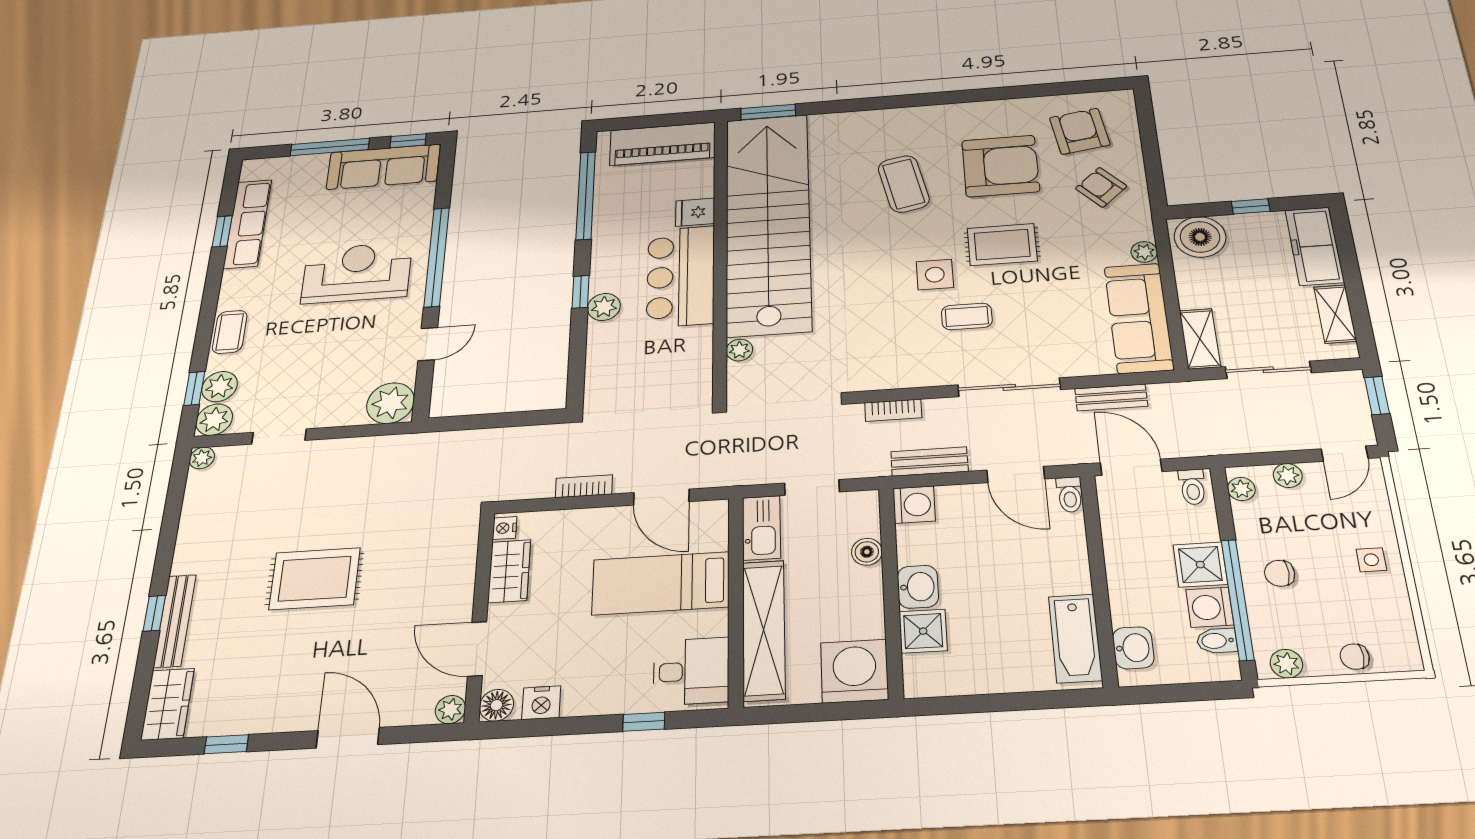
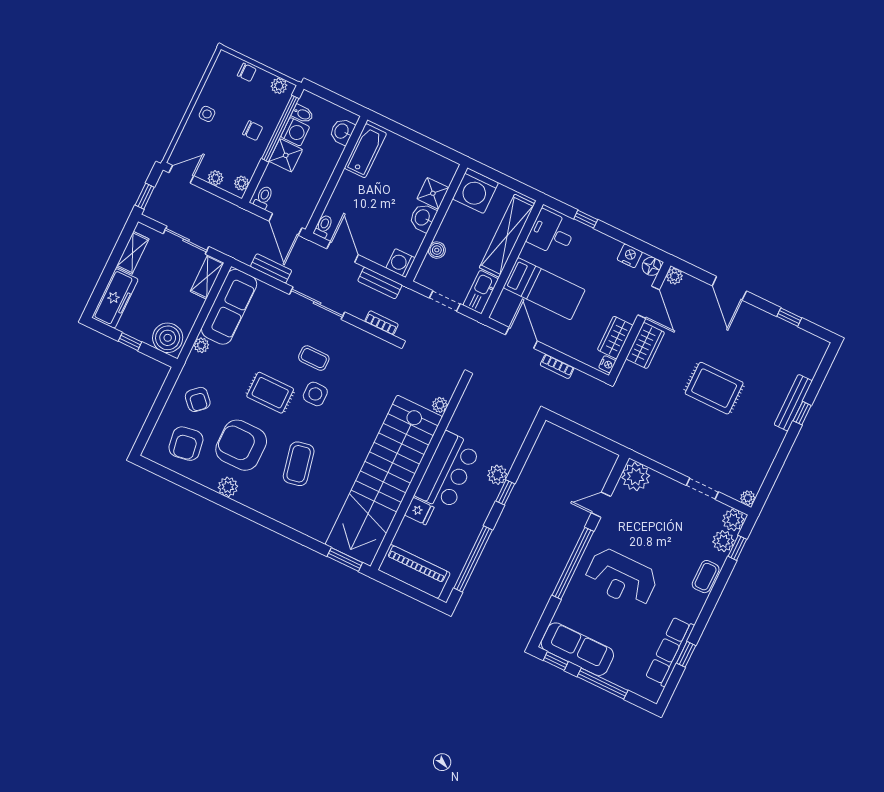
plant: (986, 113) -> (228, 487), added
wardrobe: (167, 704) -> (645, 346), moved, turned 180

